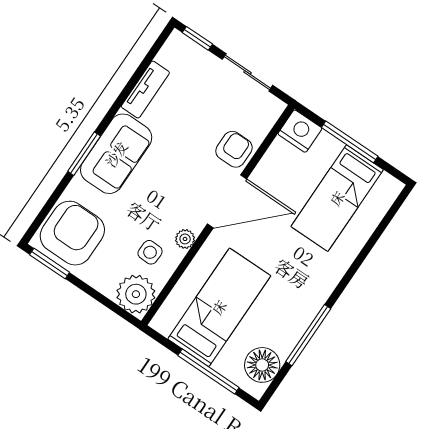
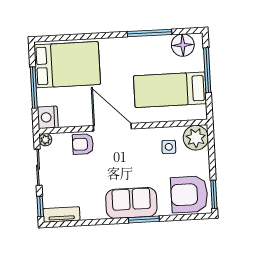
tv unit: (145, 90) -> (61, 214), moved
bed: (337, 198) -> (67, 65), width x1.50
plant: (185, 239) -> (45, 140), moved

